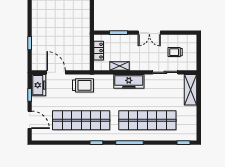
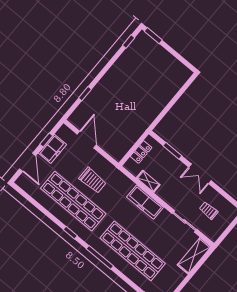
freezer: (39, 85) -> (52, 149), moved
trolley: (83, 85) -> (93, 180), moved

